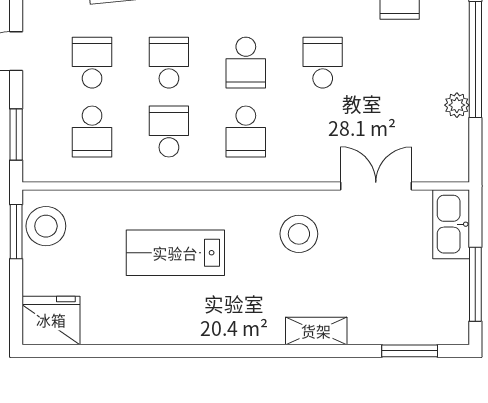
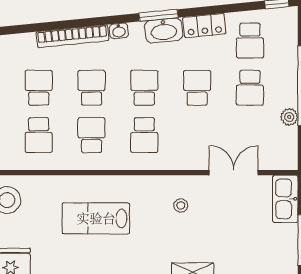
school desk: (246, 63) -> (144, 88), turned 180
school desk: (400, 63) -> (250, 88), added
stool: (299, 234) -> (181, 205), width x0.53, depth x0.53

